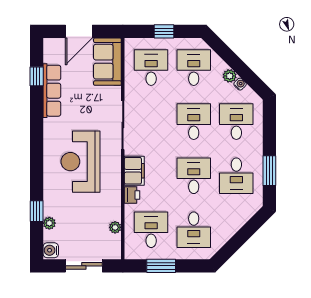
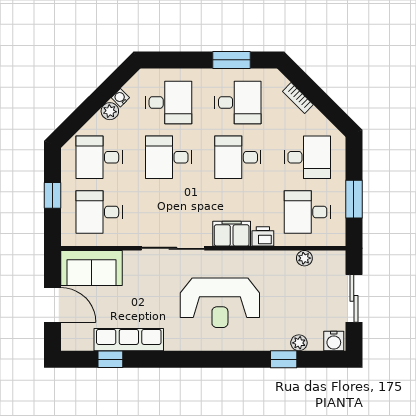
desk: (236, 122) -> (169, 103), turned 180
bookcase: (240, 222) -> (298, 98), added

